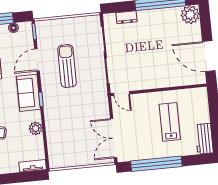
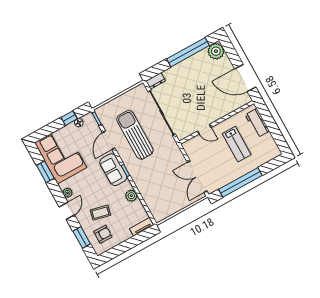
dresser: (126, 17) -> (156, 81), moved
sun lounger: (67, 66) -> (135, 135), width x1.36, depth x1.34
door: (122, 94) -> (204, 129), moved
lab bench: (170, 122) -> (237, 144), turned 180
workbench: (204, 139) -> (257, 123), moved

